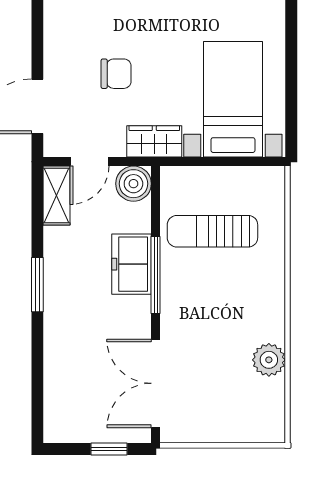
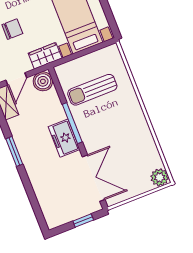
freezer: (132, 264) -> (64, 138), moved
plant: (269, 360) -> (160, 177), moved
double door: (156, 383) -> (94, 178), swing flipped

